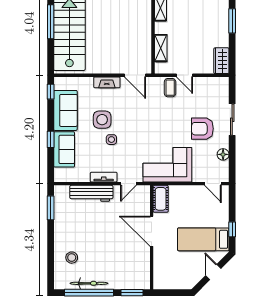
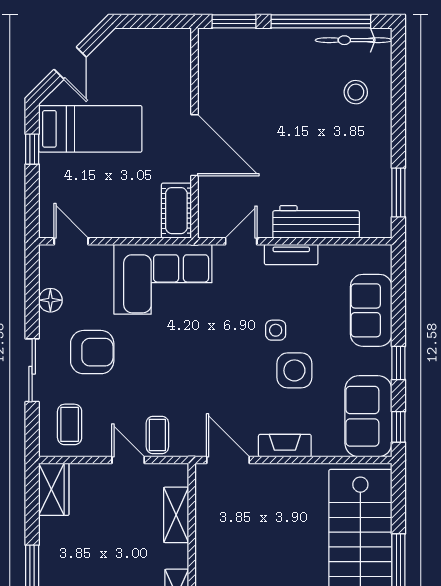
coffee table: (214, 93) -> (70, 424), added
sofa: (65, 110) -> (368, 416), moved
window: (51, 139) -> (398, 363), moved
bicycle: (89, 283) -> (354, 40), moved

